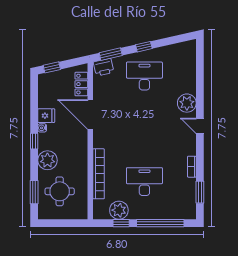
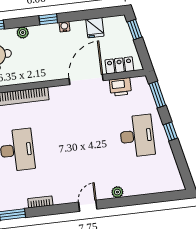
printer: (104, 67) -> (120, 87), moved, turned -77
plant: (187, 103) -> (117, 192), width x0.53, depth x0.53
fridge: (46, 116) -> (95, 28), moved
plant: (47, 160) -> (23, 33), width x0.53, depth x0.53

